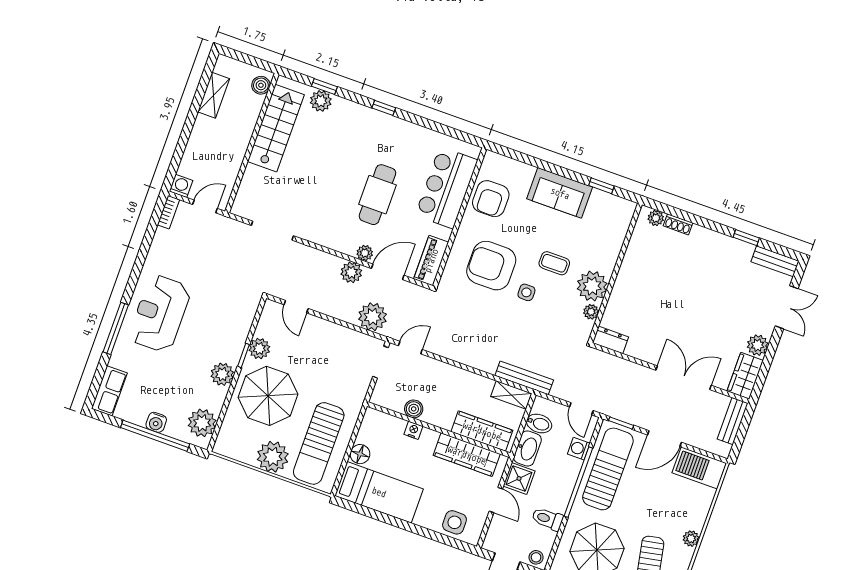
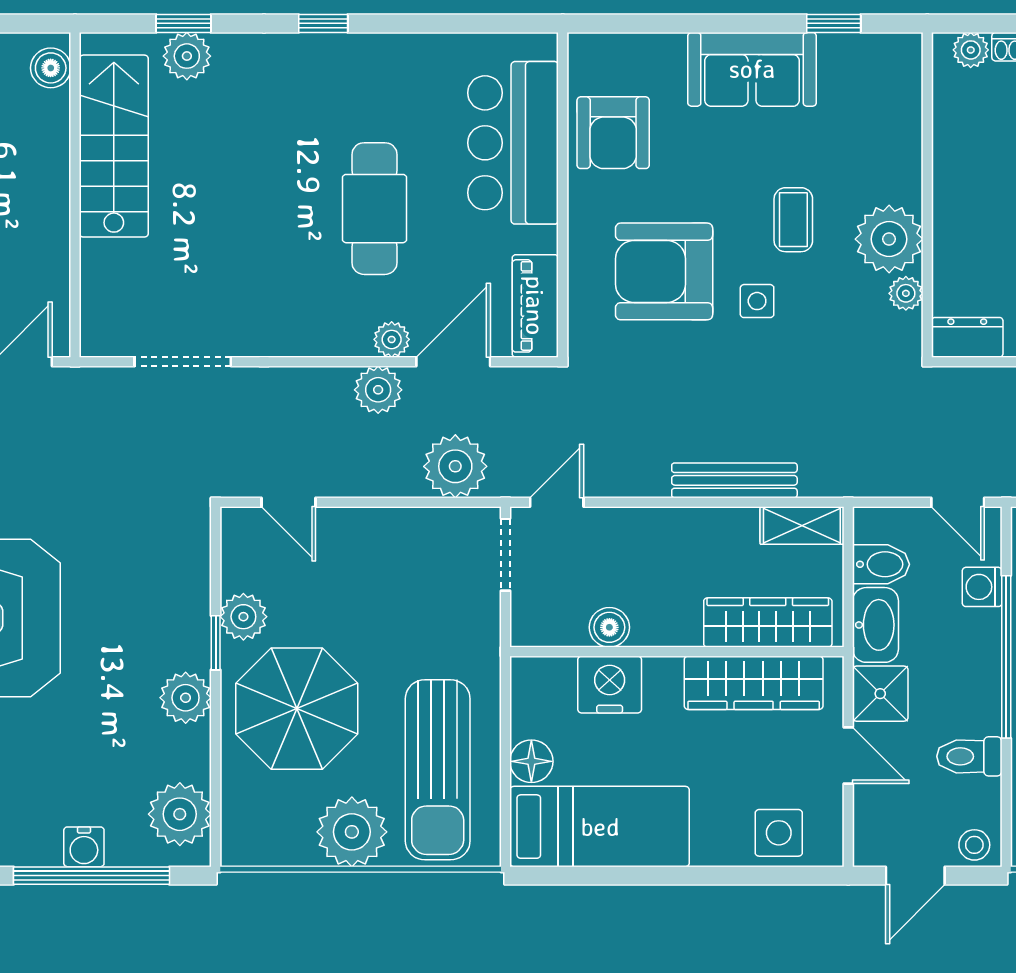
coffee table: (554, 263) -> (793, 220), turned 90
bench: (524, 378) -> (734, 480), moved
nightstand: (413, 430) -> (610, 685), width x1.89, depth x1.79

